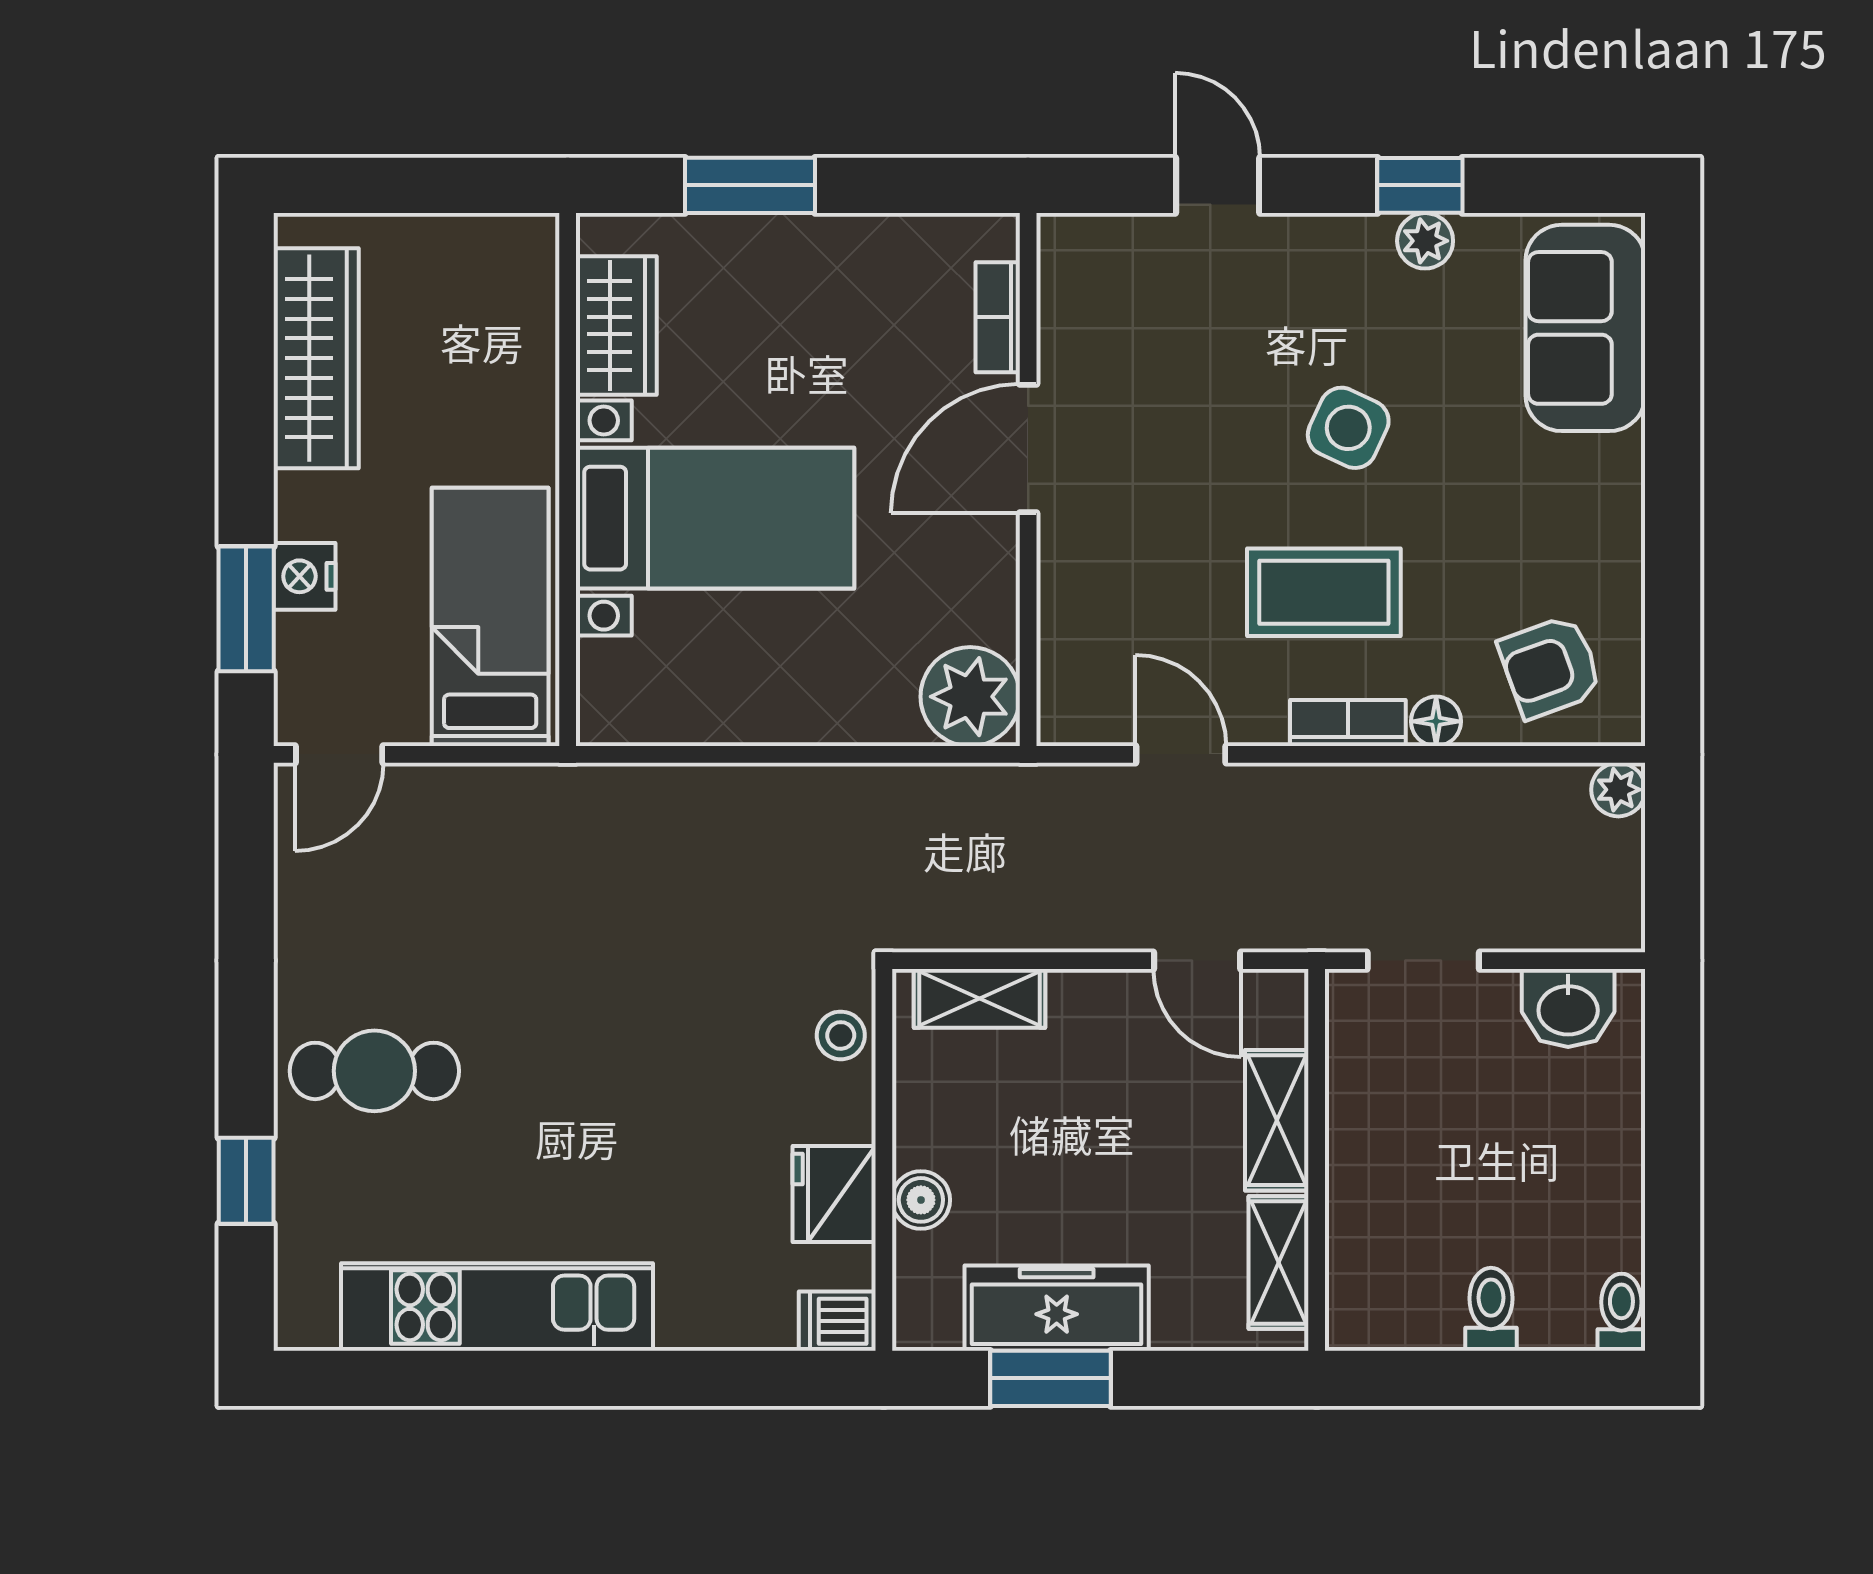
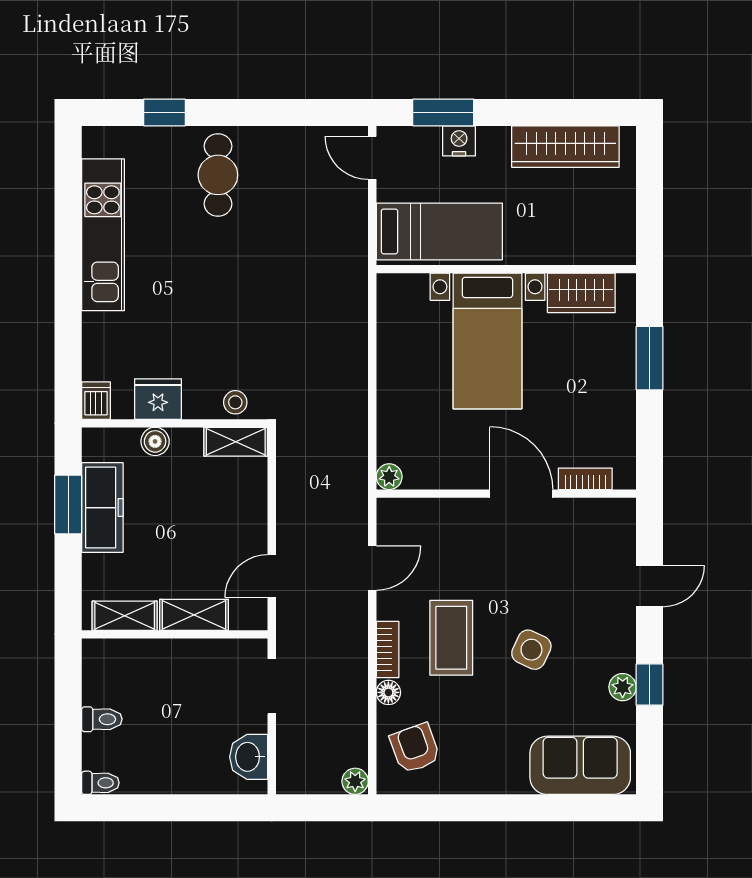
plant: (970, 697) -> (389, 477), width x0.53, depth x0.53
shelving: (979, 998) -> (236, 442), moved, turned 90

